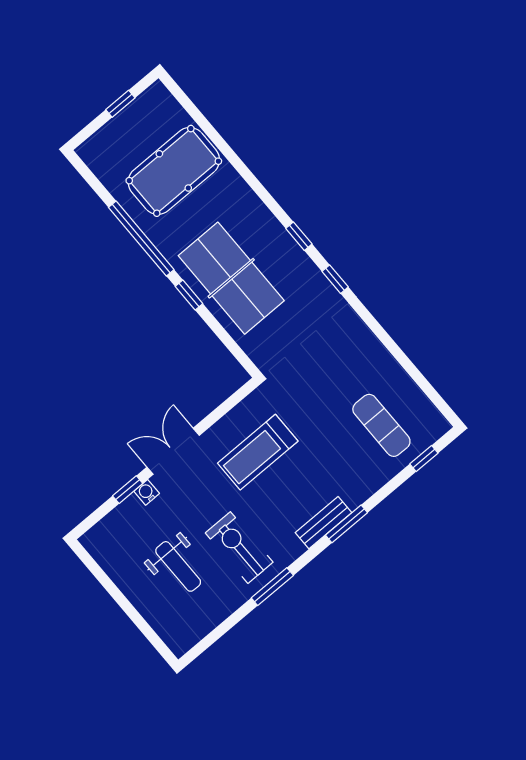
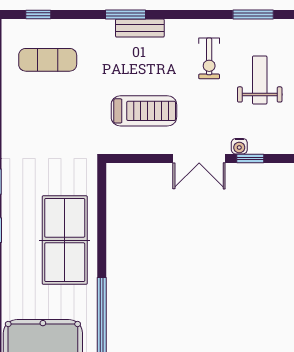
window: (189, 295) -> (102, 252), removed
exercise mat: (381, 425) -> (48, 60), turned 90
exercise bike: (239, 548) -> (209, 58), width x0.73, depth x0.72
window: (272, 587) -> (253, 14), moved

